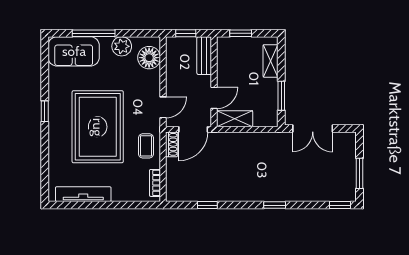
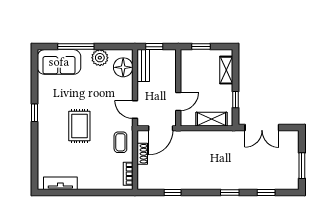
bench: (204, 56) -> (143, 66), moved
window: (281, 96) -> (235, 100), width x0.67
door: (163, 107) -> (135, 110), swing flipped
shelving: (235, 119) -> (212, 119), moved
rug: (98, 127) -> (79, 126), width x0.54, depth x0.49
shoe rack: (172, 144) -> (142, 154), moved
tv unit: (83, 194) -> (60, 183), width x0.71
window: (340, 205) -> (266, 193), moved

